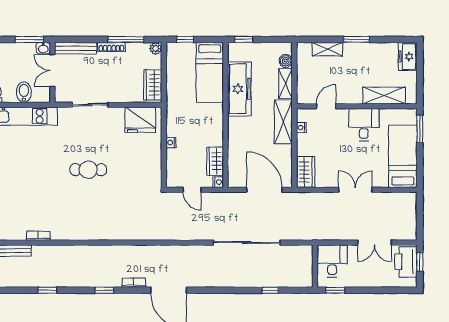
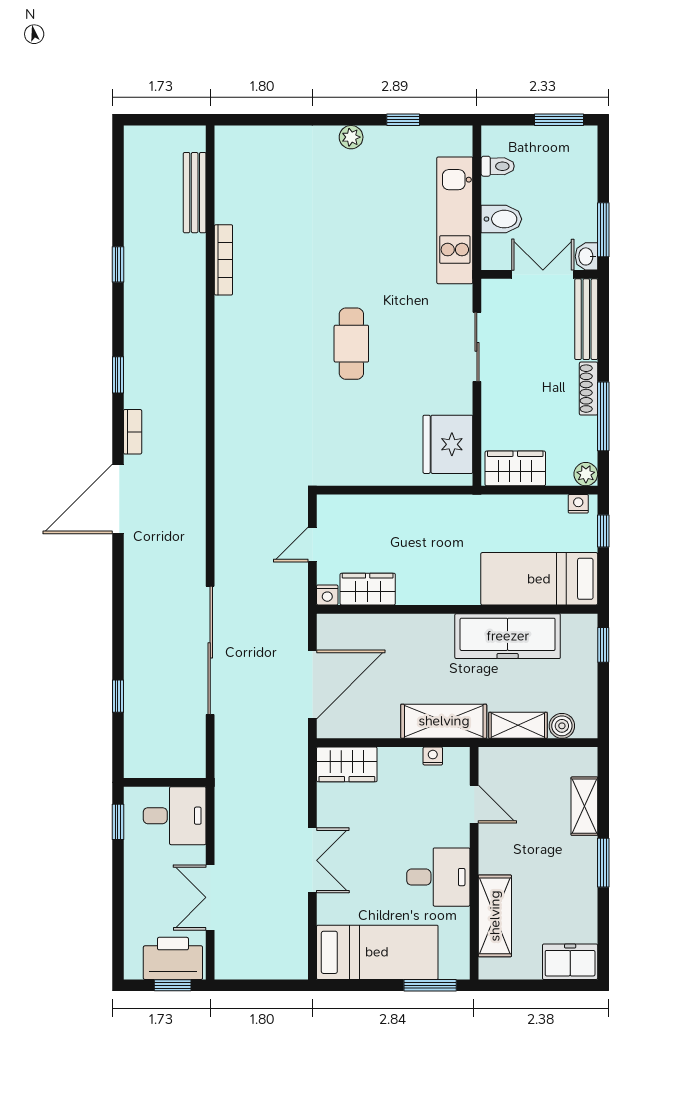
nightstand: (171, 143) -> (578, 504), moved
bookcase: (38, 236) -> (223, 260), width x1.56

